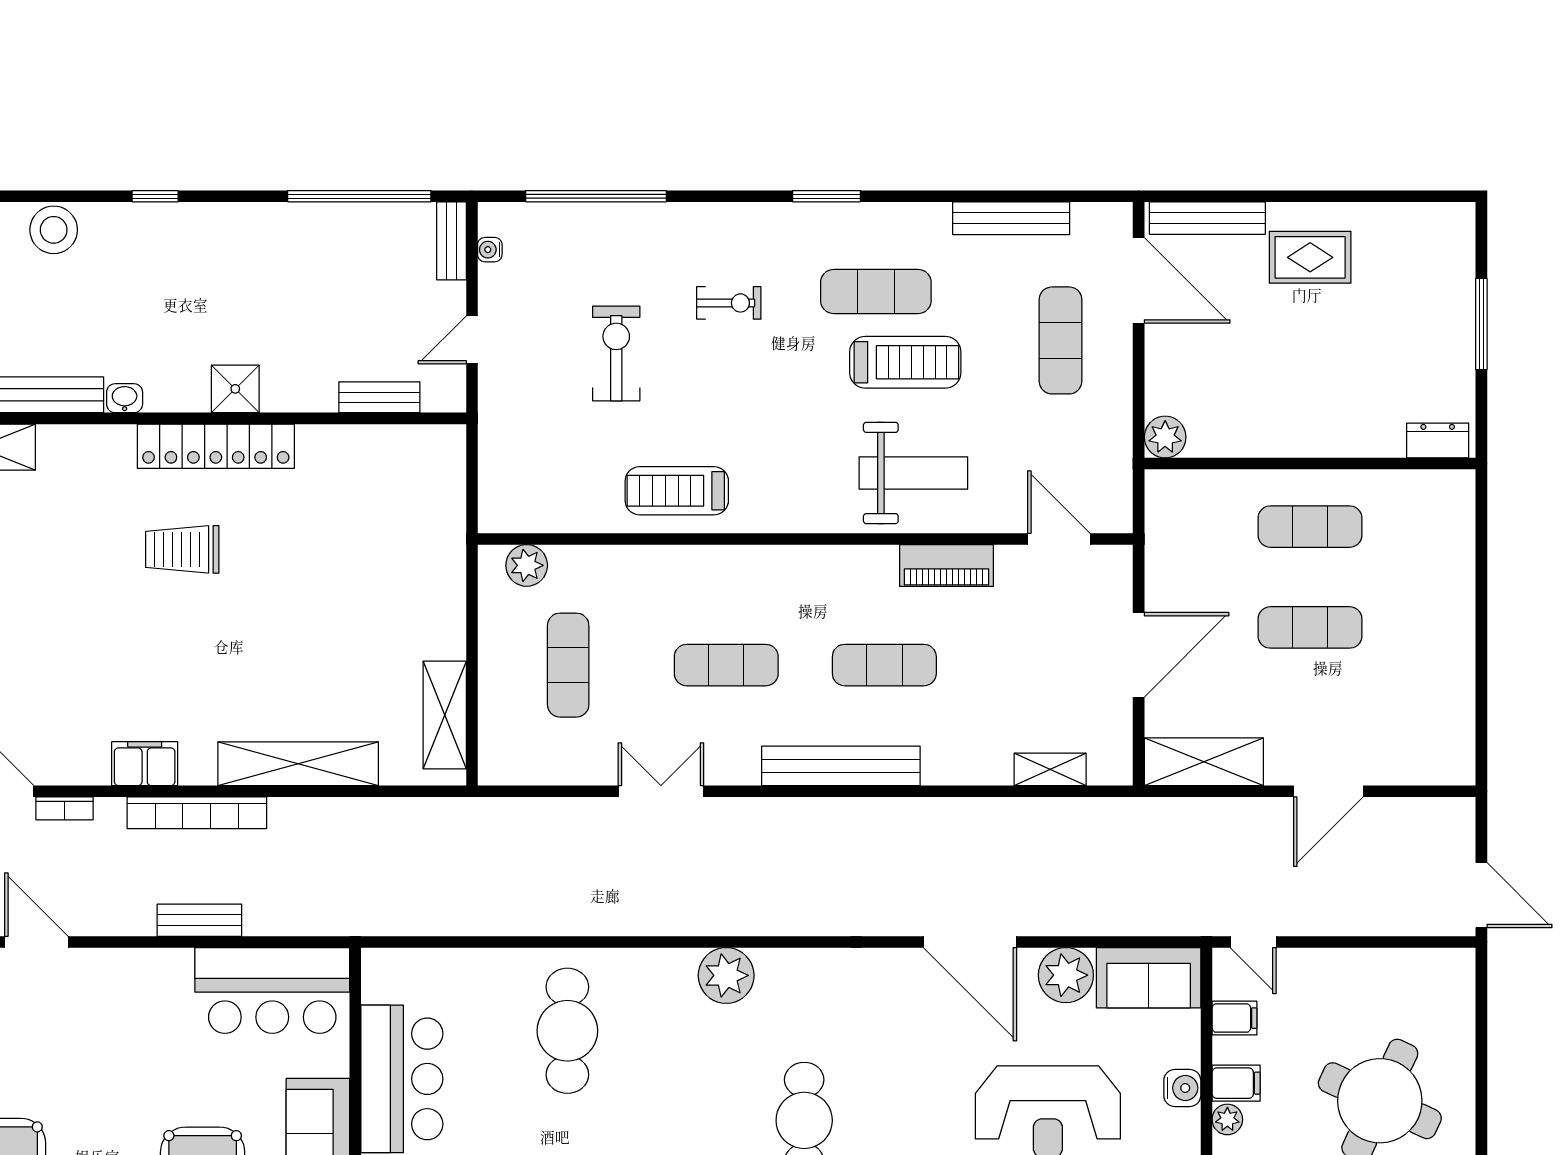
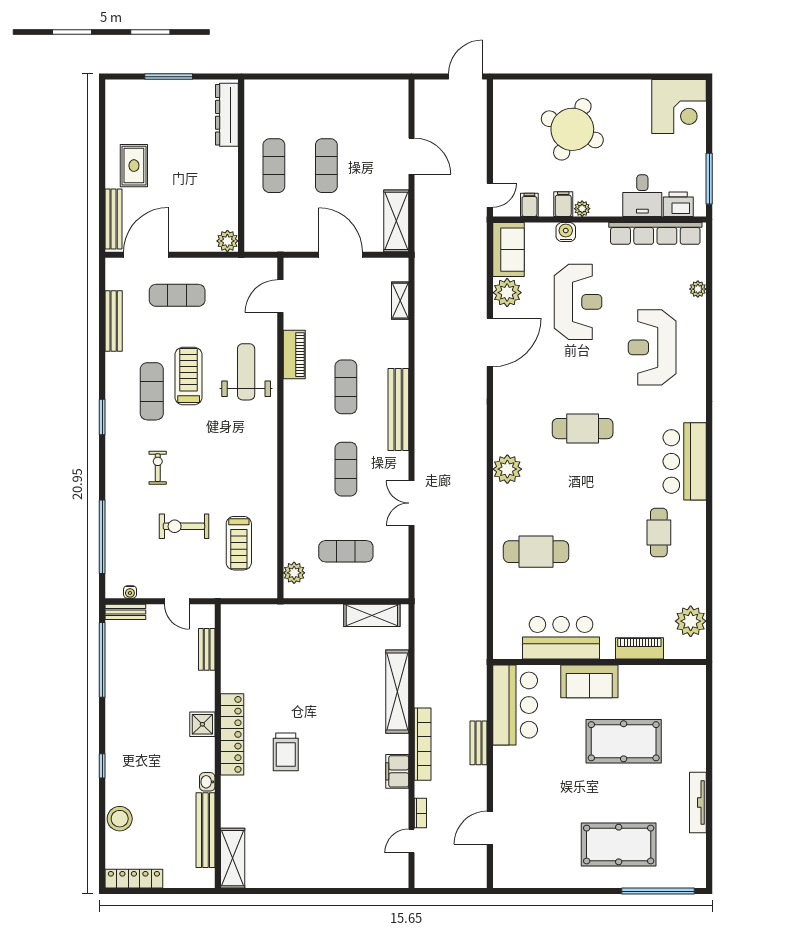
dresser: (1438, 440) -> (227, 115), width x1.96, depth x1.24
treadmill: (677, 491) -> (239, 543), moved

